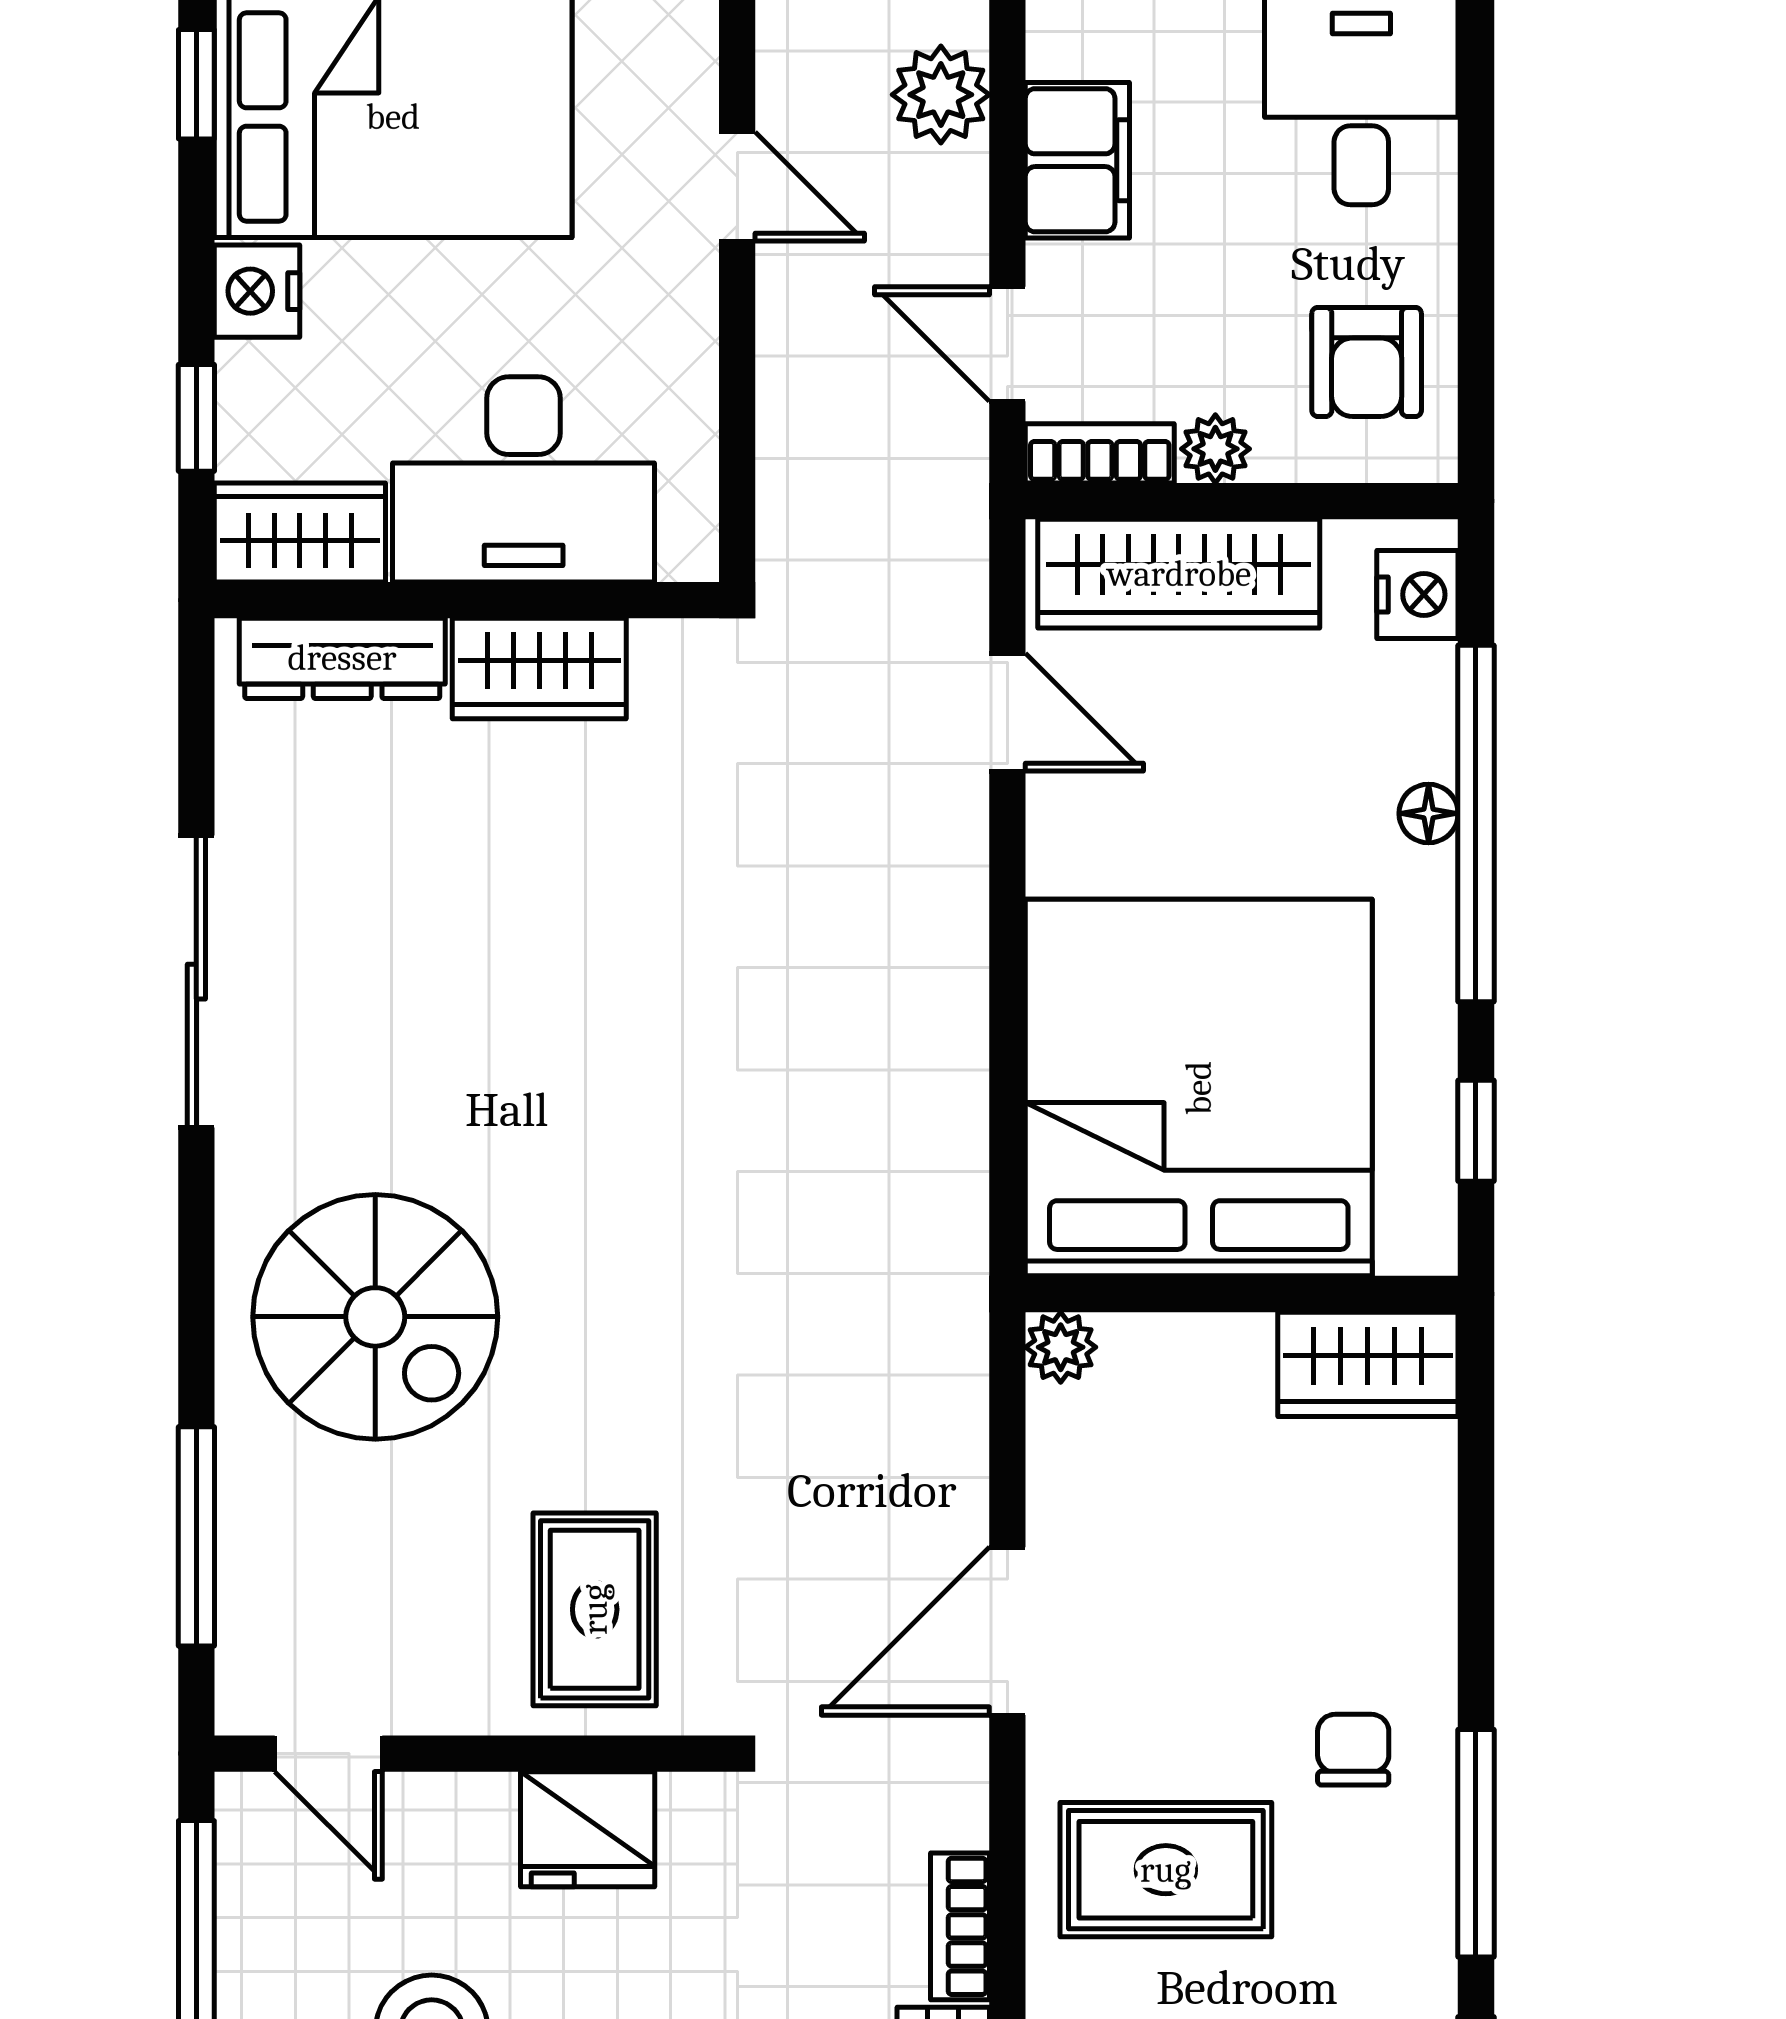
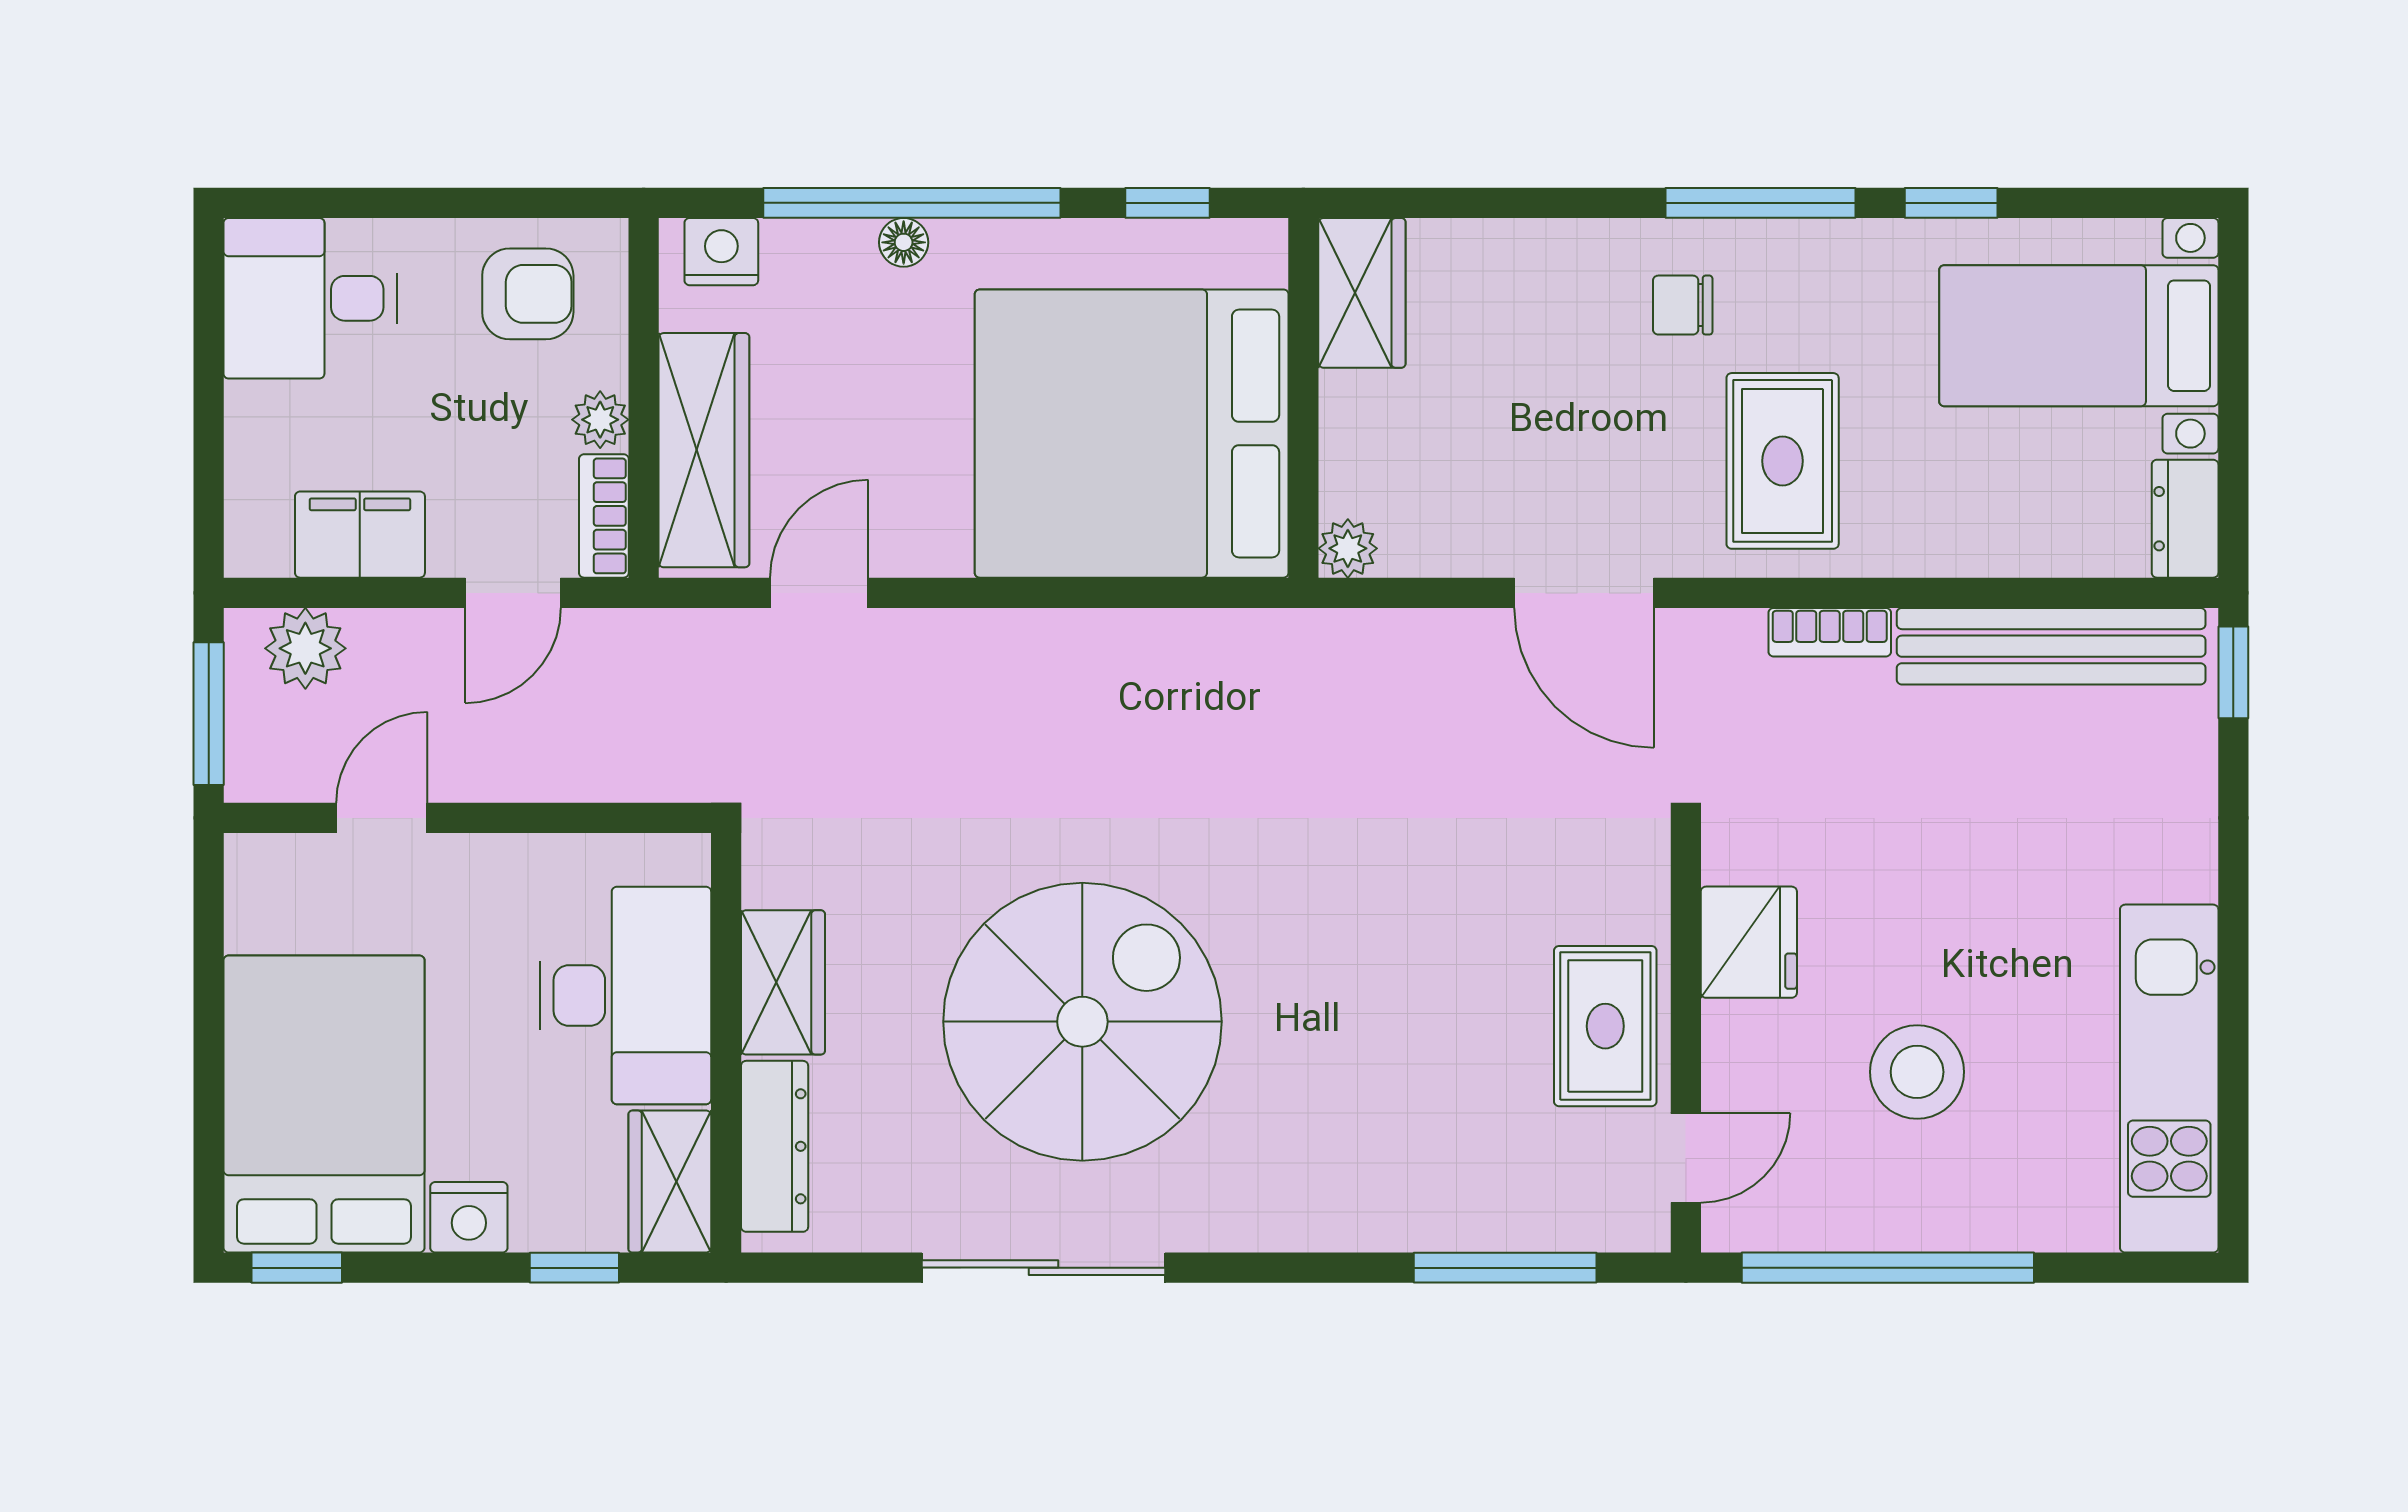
spiral stairs: (375, 1317) -> (1082, 1022), moved, width x1.37, depth x1.37
rug: (595, 1609) -> (1605, 1026), moved, turned 90

